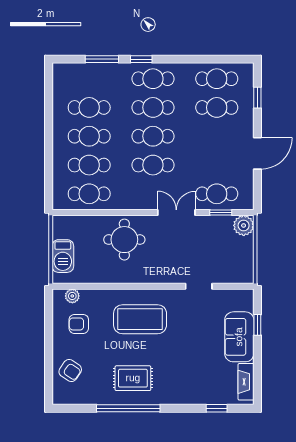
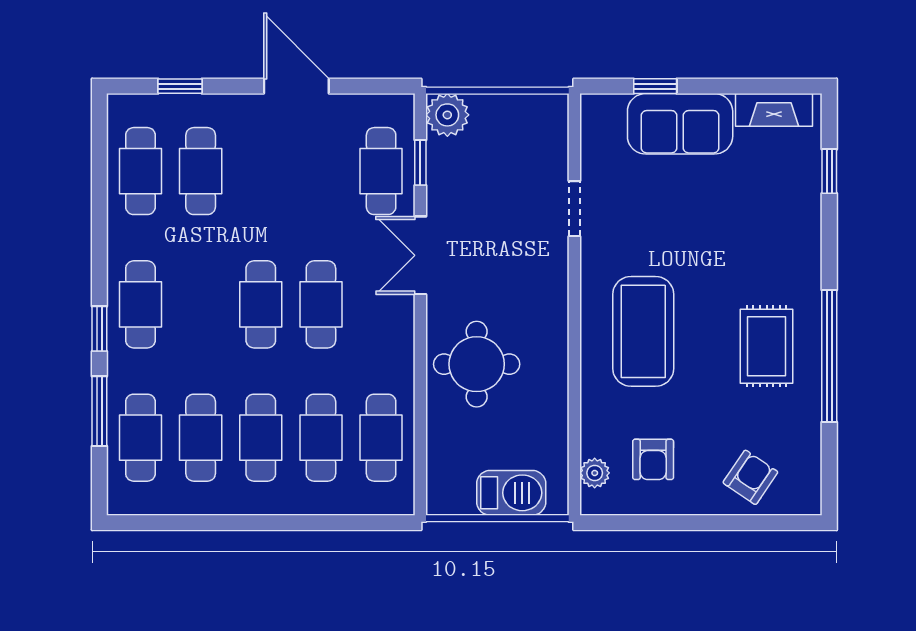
cafe table: (153, 107) -> (140, 438), moved

